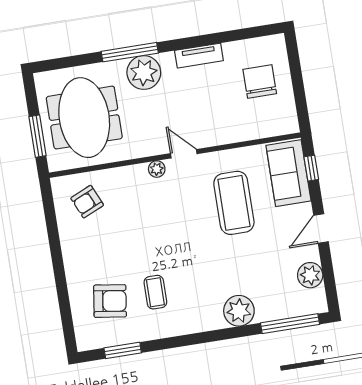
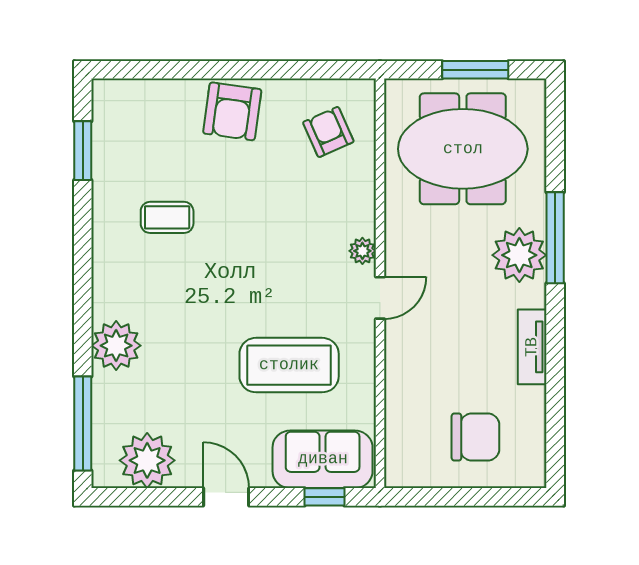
window: (37, 136) -> (475, 70), moved
plant: (310, 275) -> (147, 460), width x1.36, depth x1.36
armchair: (110, 301) -> (232, 111), moved

